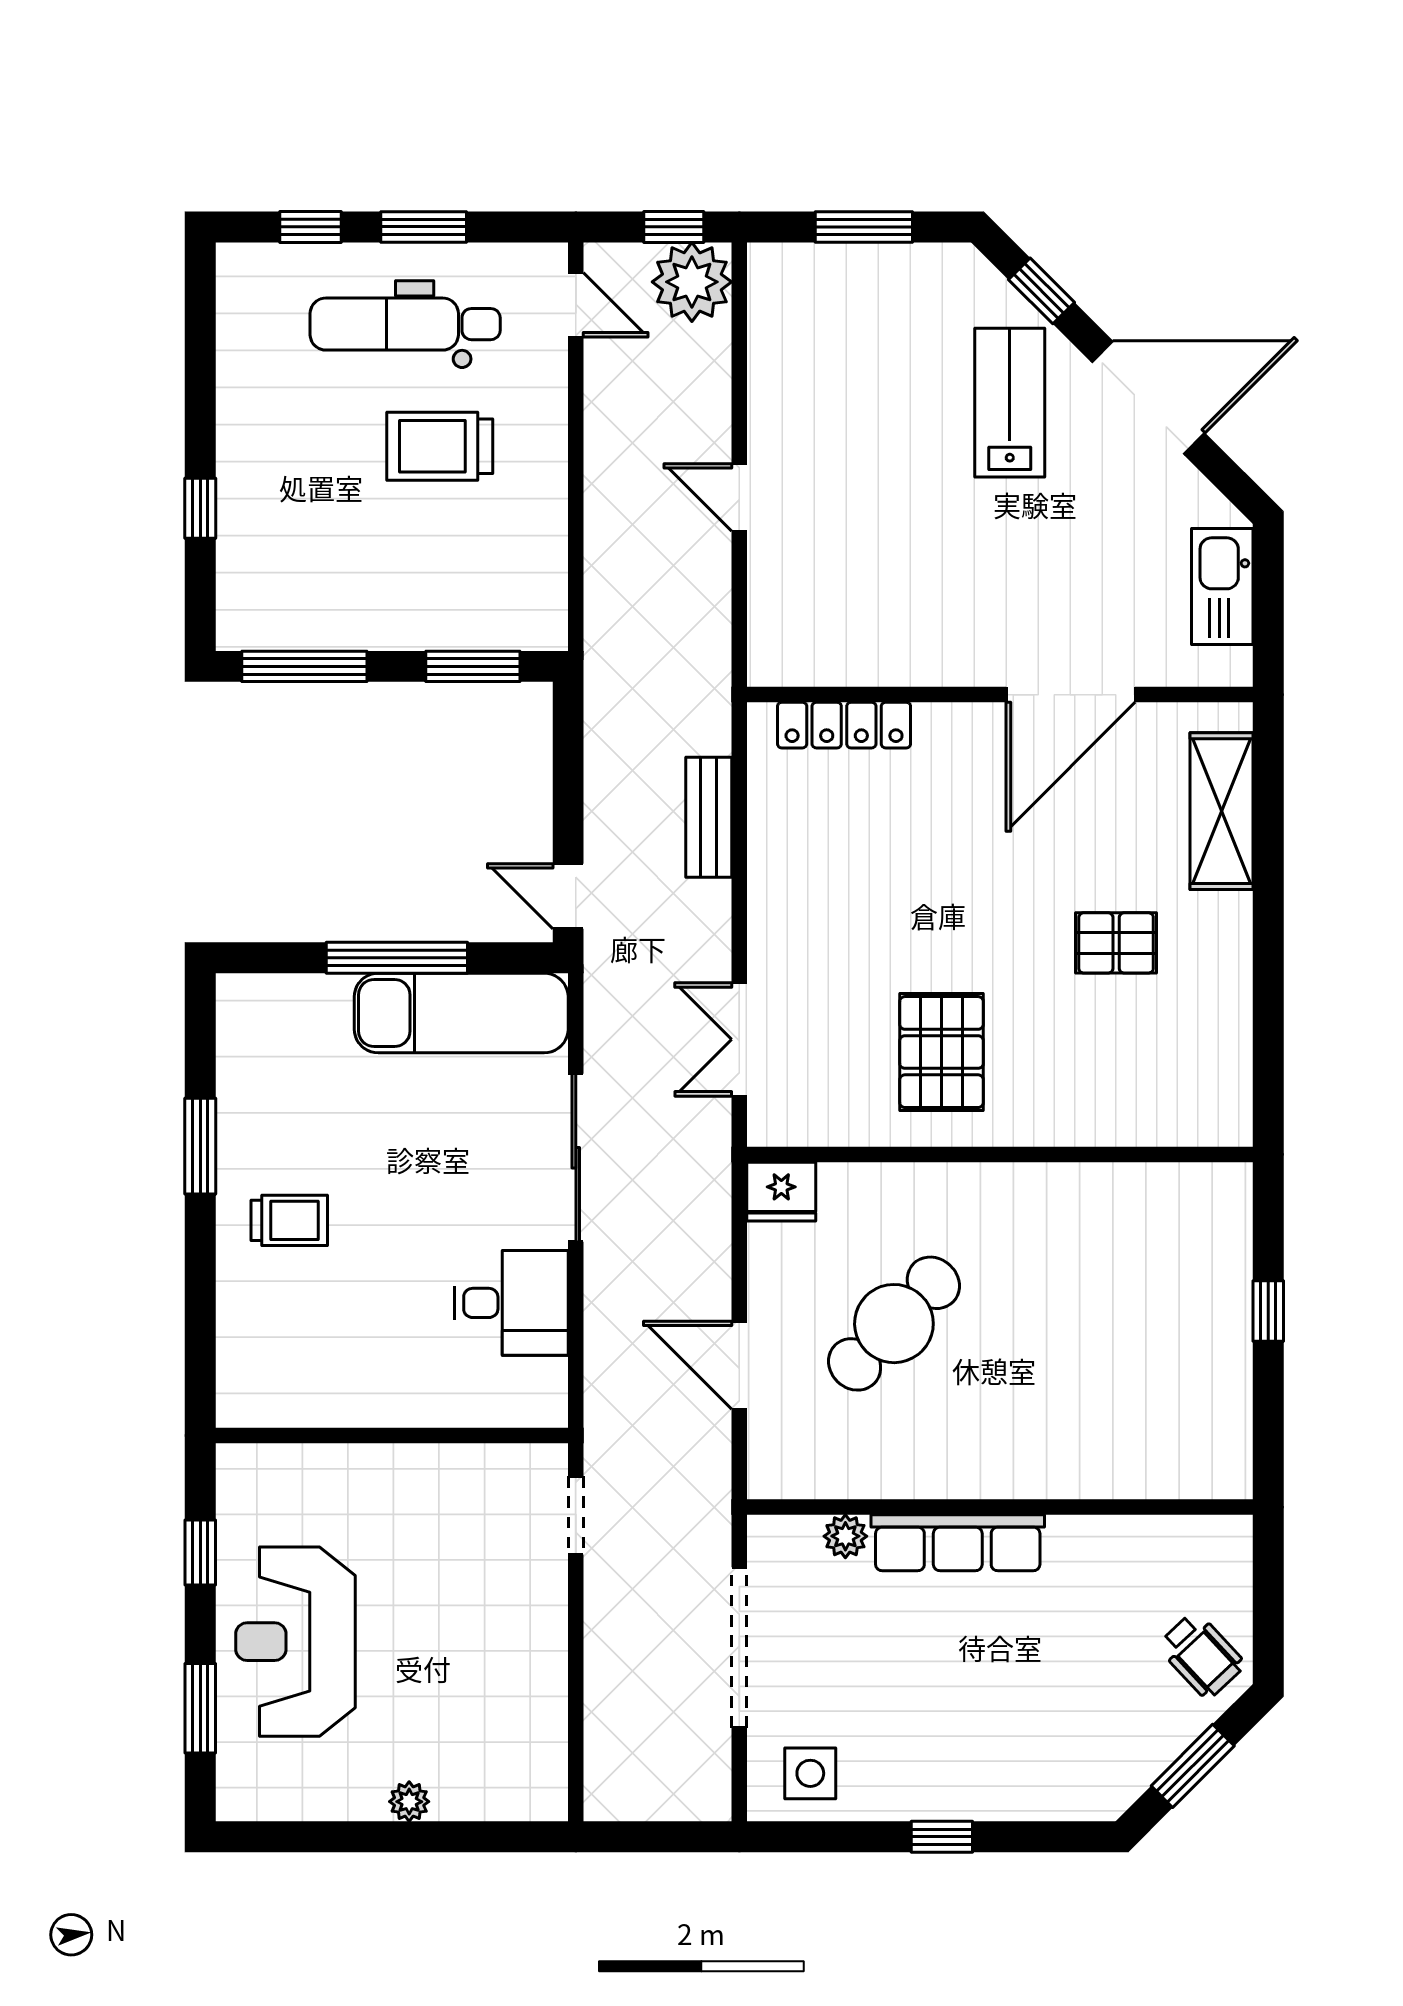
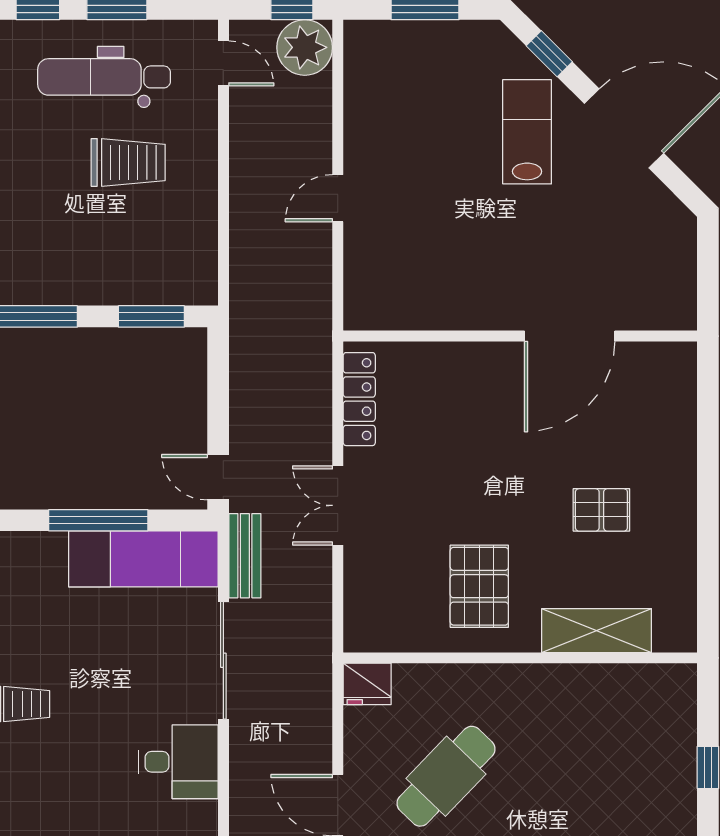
trolley: (440, 446) -> (128, 162), turned 180
door: (739, 497) -> (338, 198), hinge flipped
kitchen sink: (1222, 587) -> (676, 261), removed
locker: (844, 725) -> (359, 399), moved, turned -90
shelving: (1222, 811) -> (597, 631), moved, turned 90
bench: (709, 817) -> (245, 556), moved
double door: (739, 1039) -> (338, 505), moved

